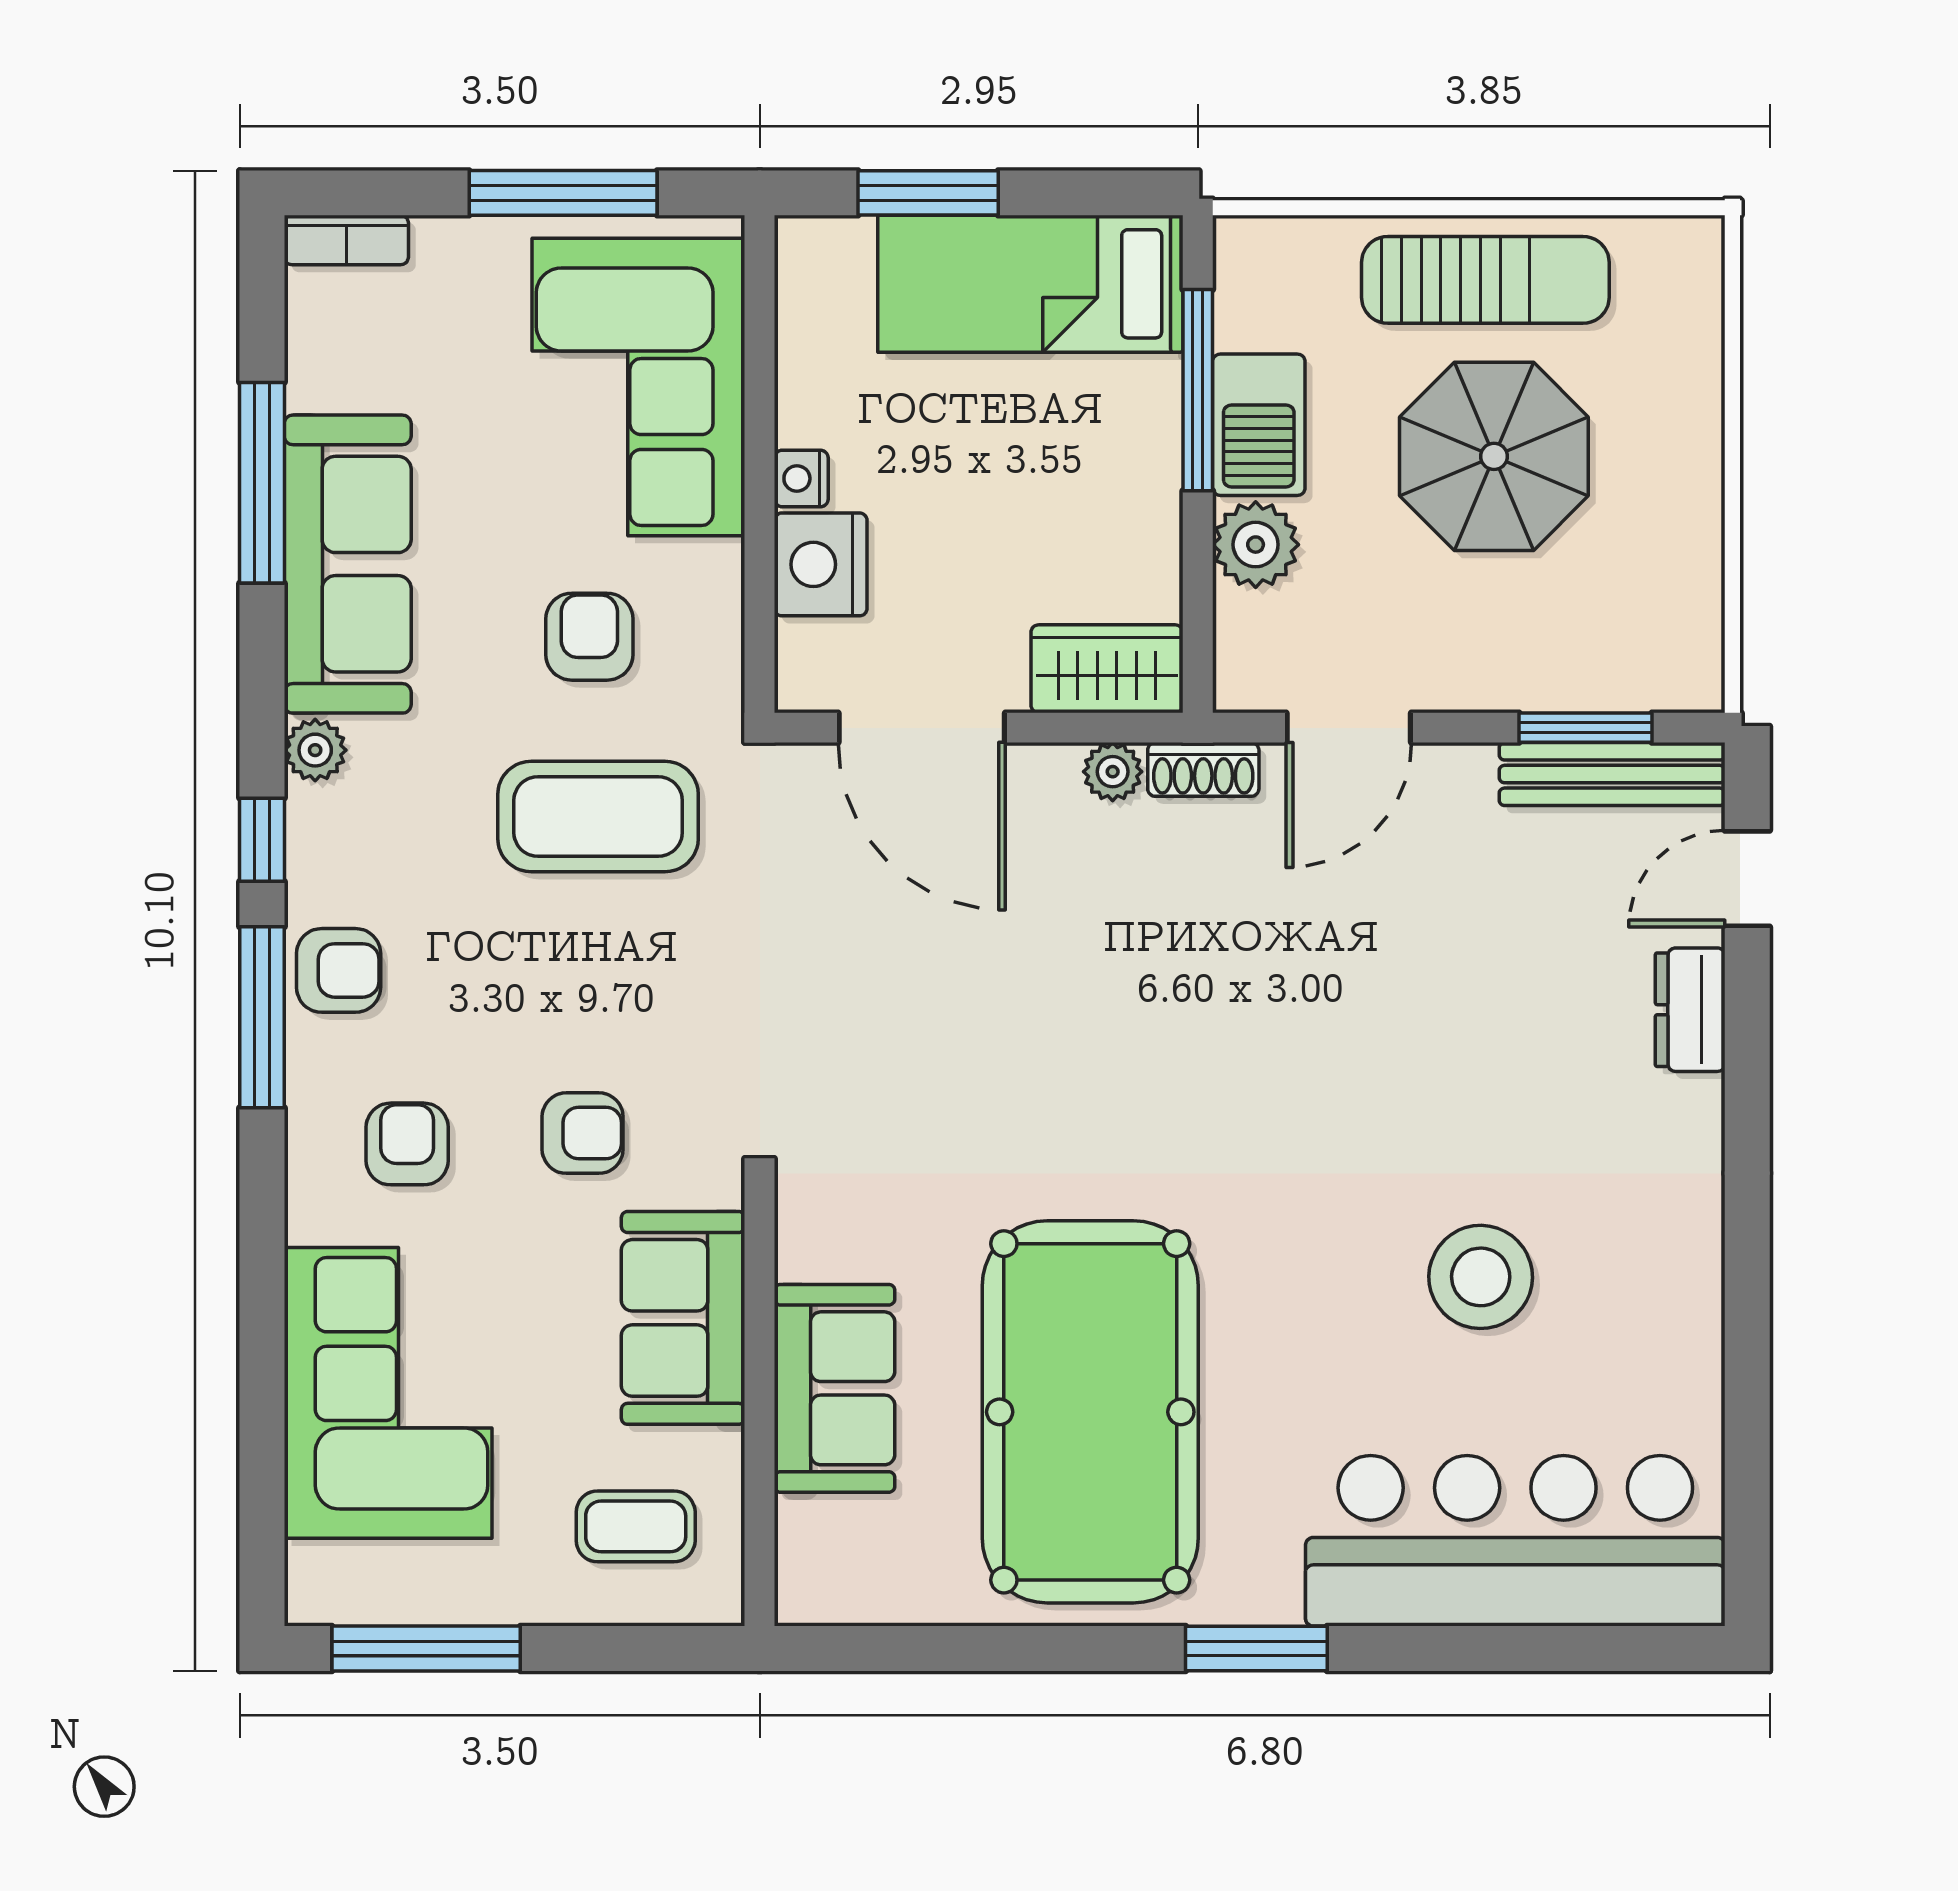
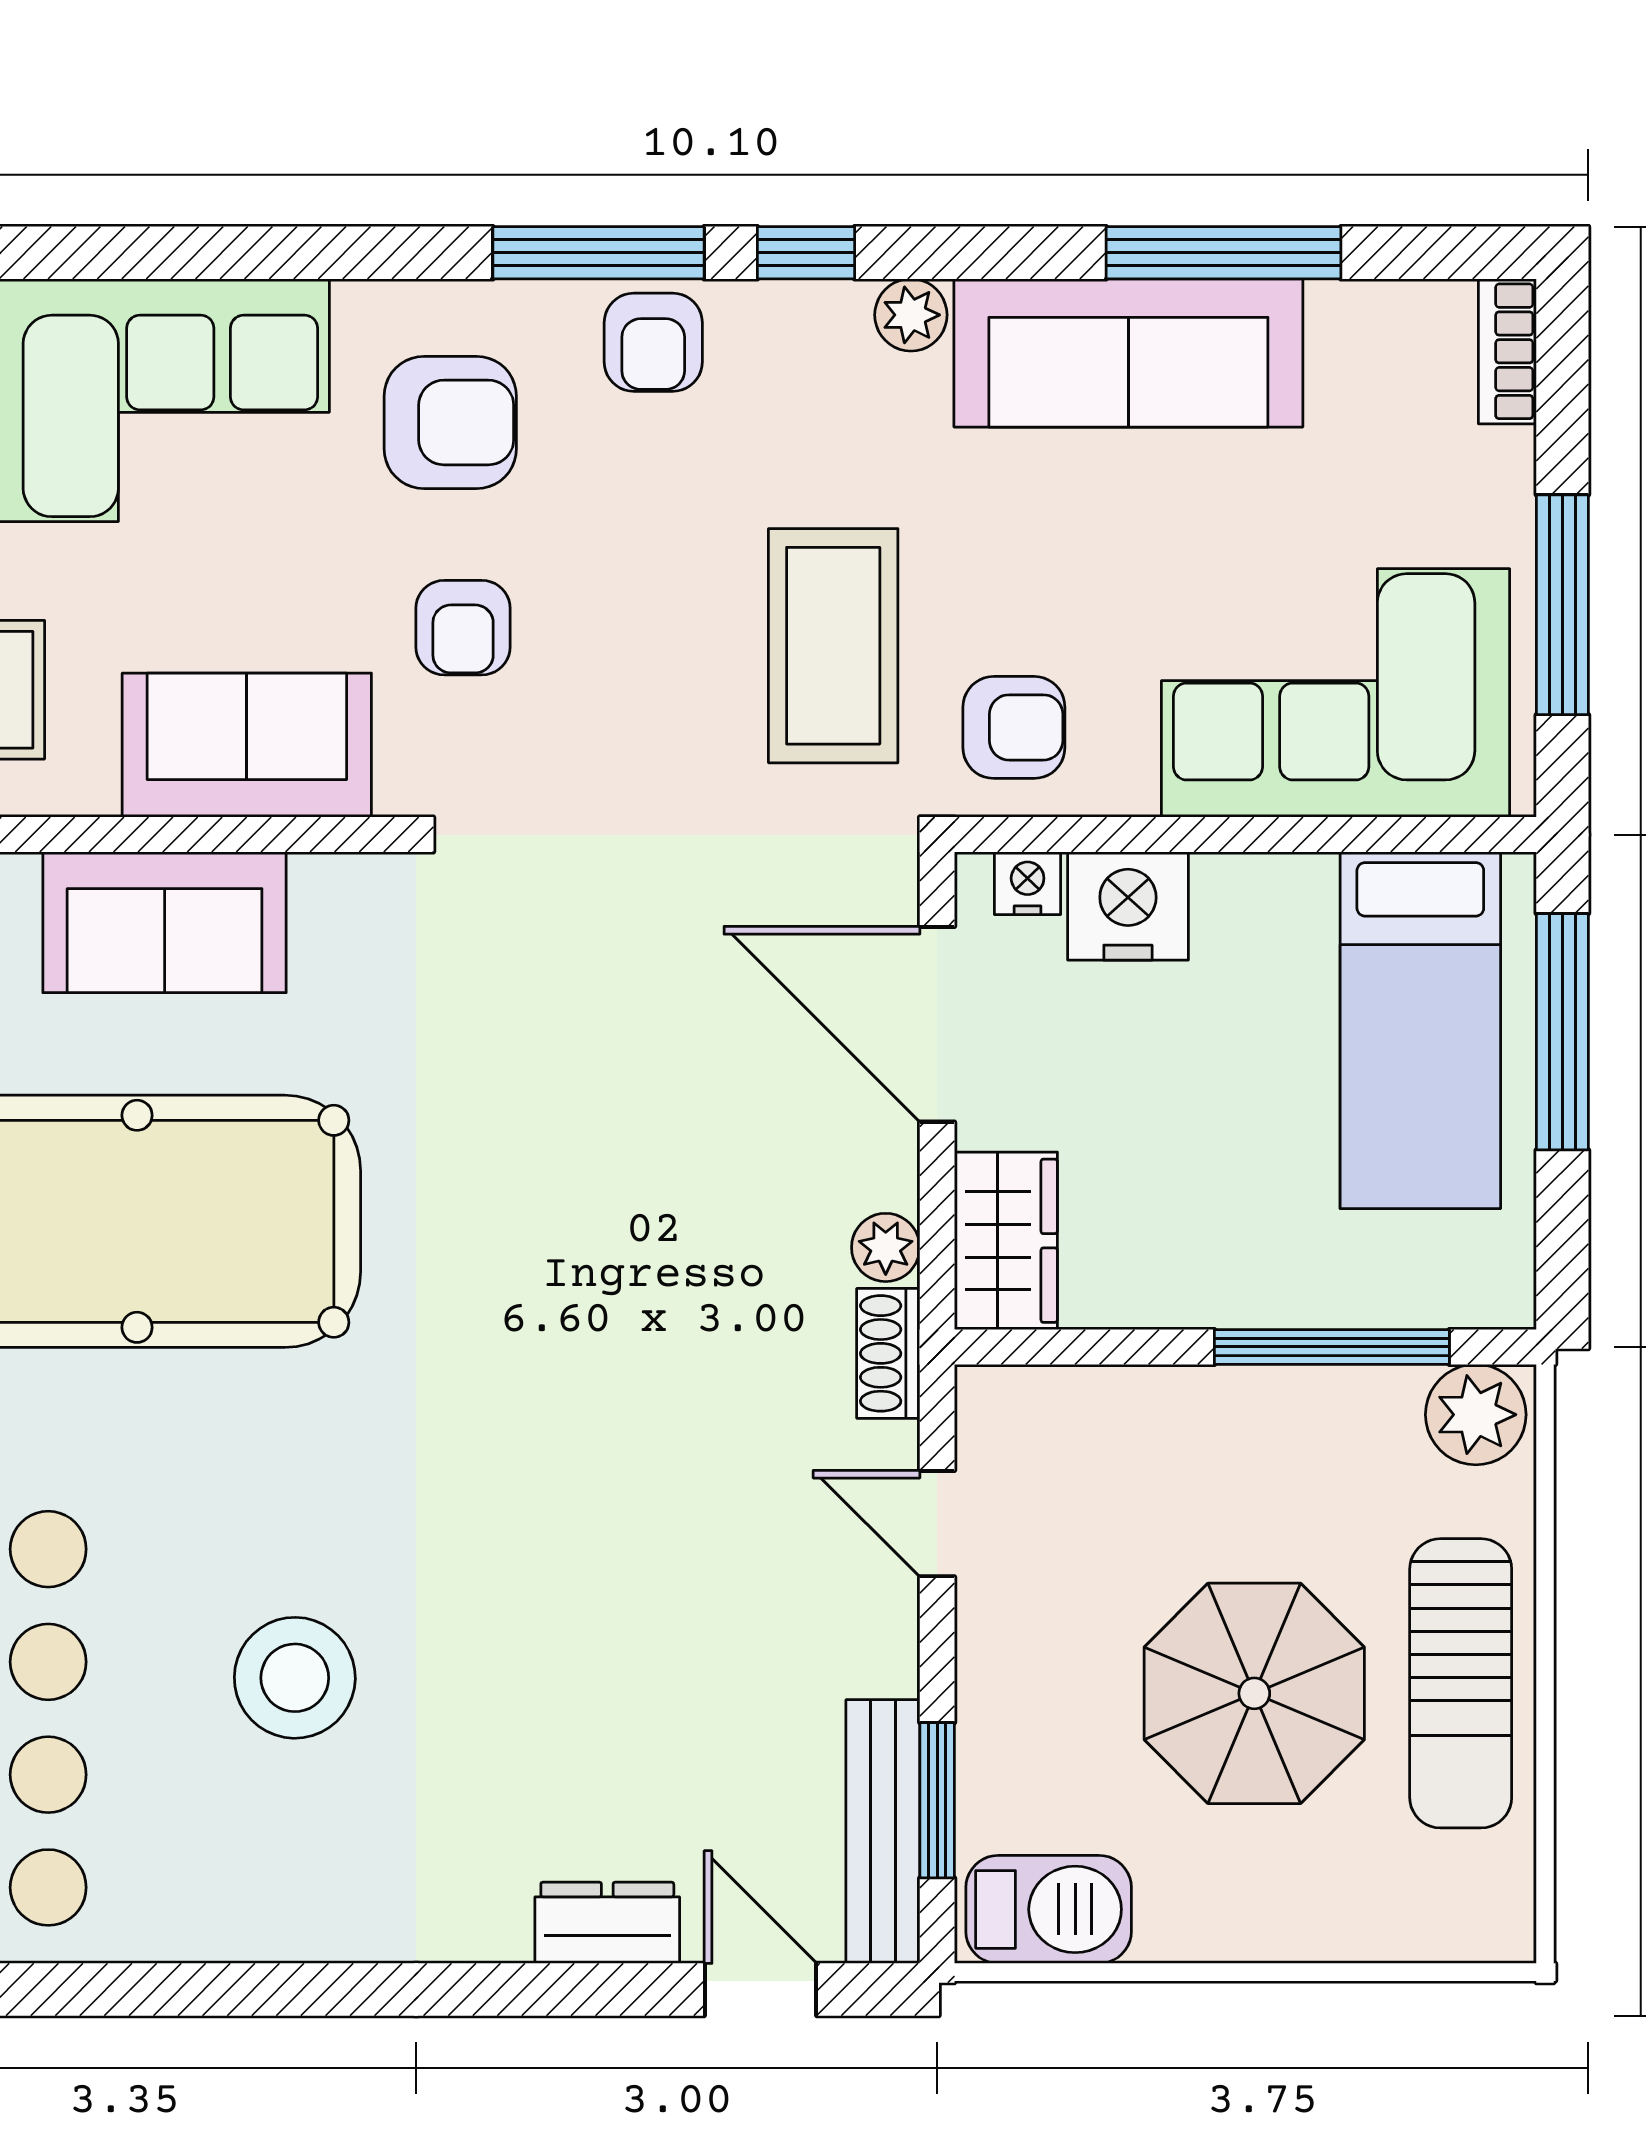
window: (928, 193) -> (1562, 1032), width x1.44
bed: (1030, 284) -> (1420, 1030), moved, turned 180
barbecue: (1259, 425) -> (1049, 1909), moved, turned 180
nightstand: (801, 479) -> (1028, 883), moved
plant: (1256, 545) -> (1476, 1415), moved
armchair: (589, 637) -> (1014, 727), moved
door: (922, 728) -> (937, 1024), hinge flipped
door: (1349, 728) -> (937, 1524), width x0.73
armchair: (407, 1144) -> (450, 422), width x1.38, depth x1.38

